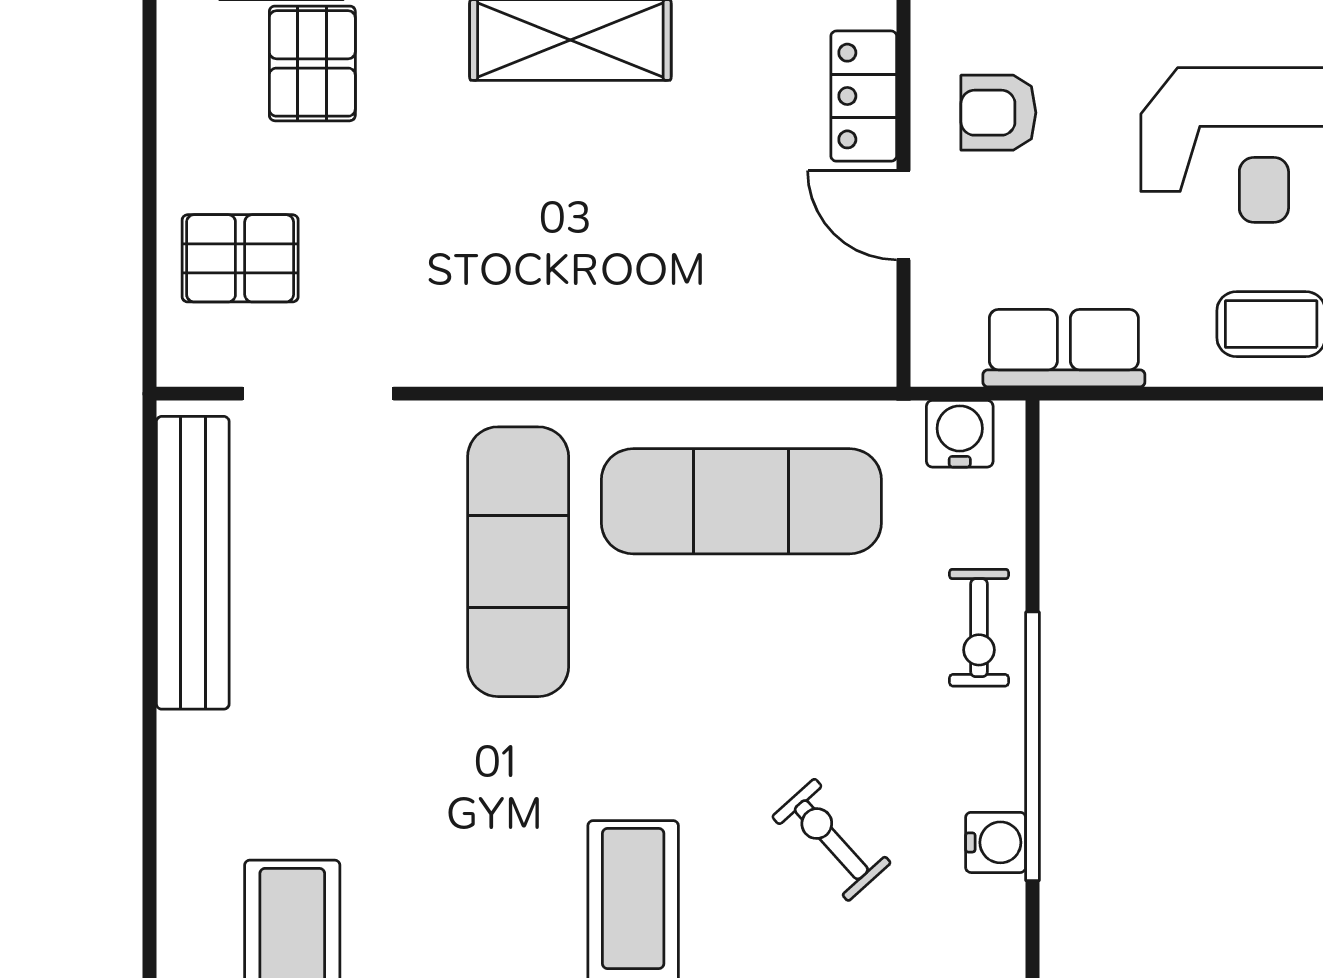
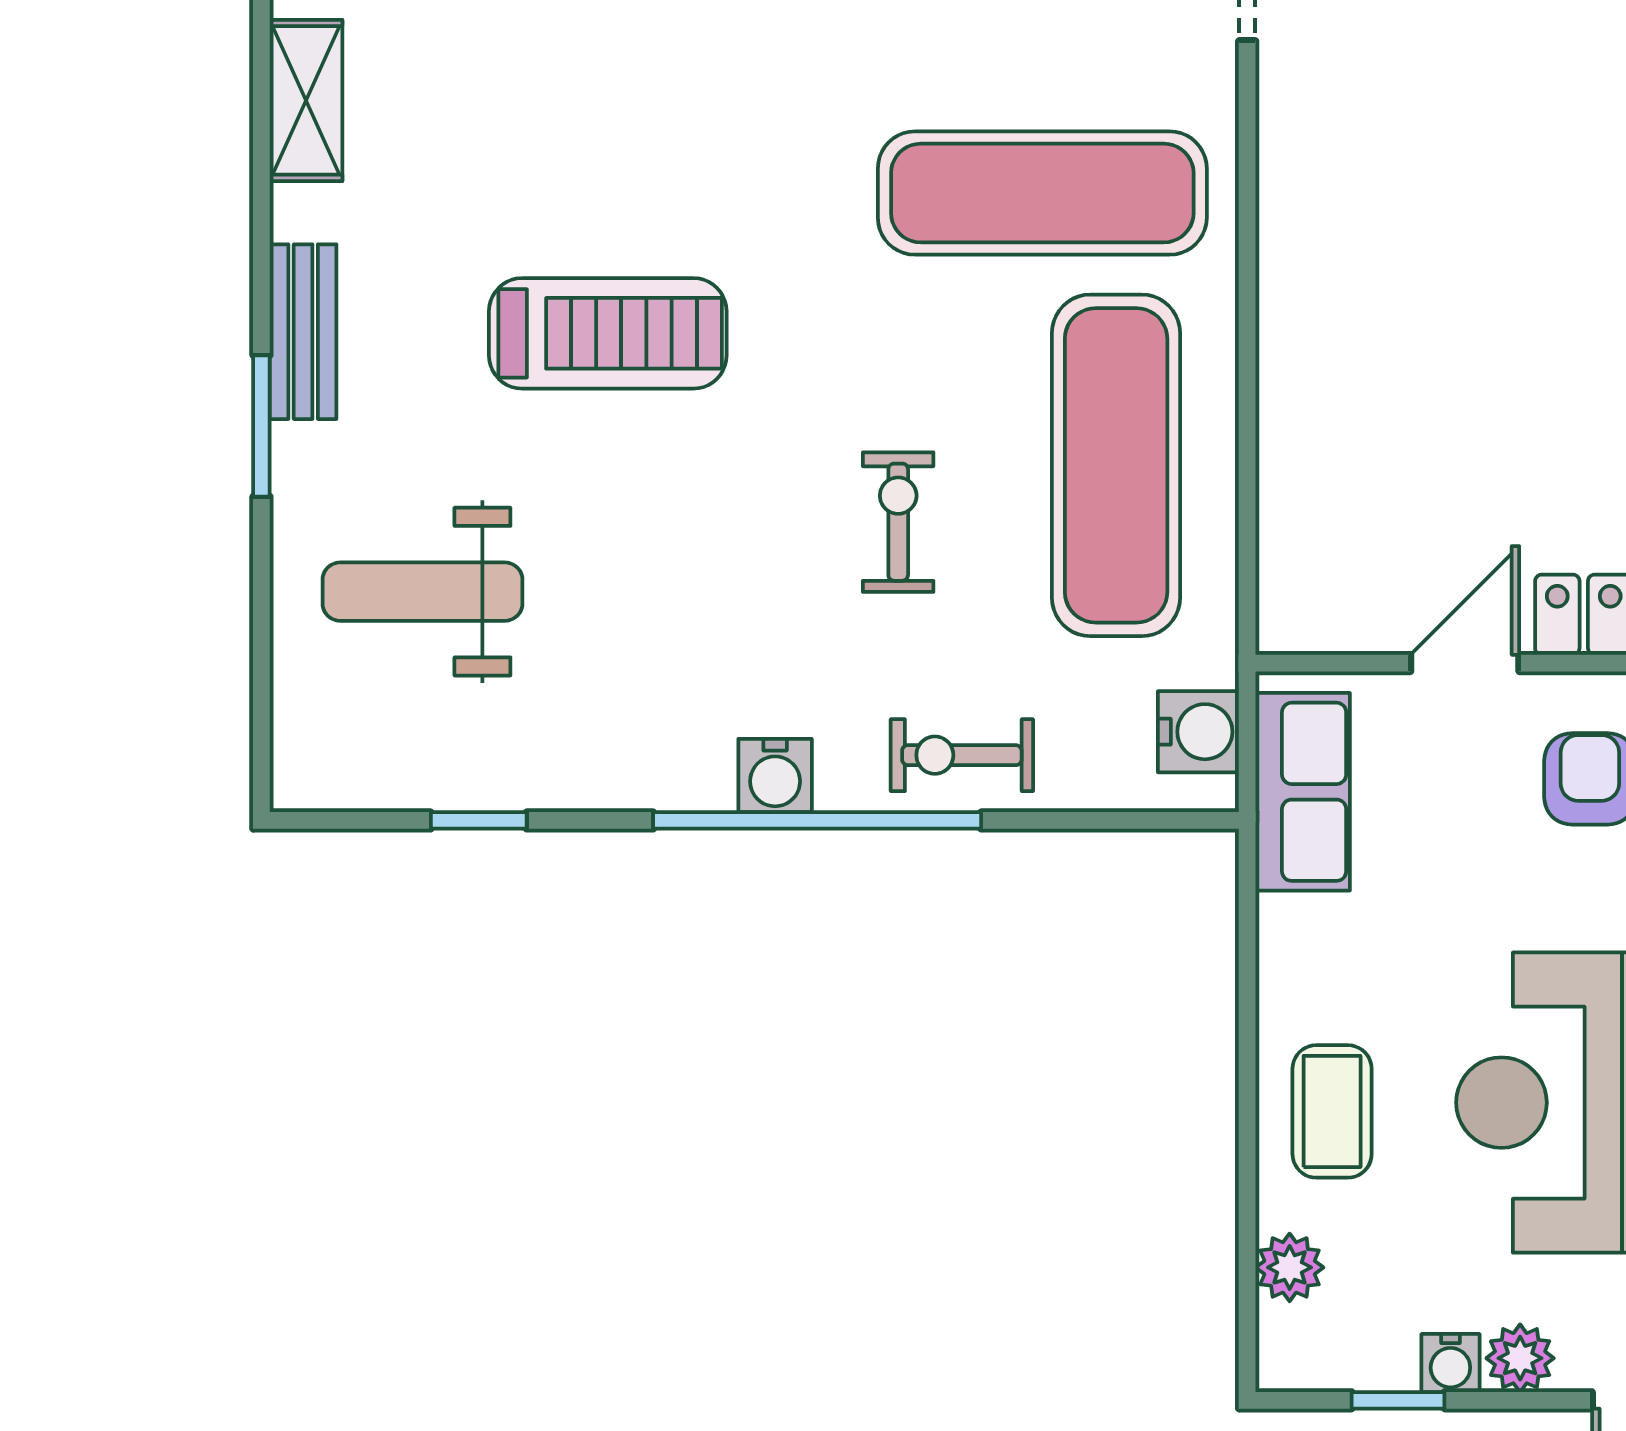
row of seats: (1064, 348) -> (1303, 792), moved
exercise bike: (831, 840) -> (898, 522), moved, turned -48
water cooler: (996, 842) -> (775, 775), moved

